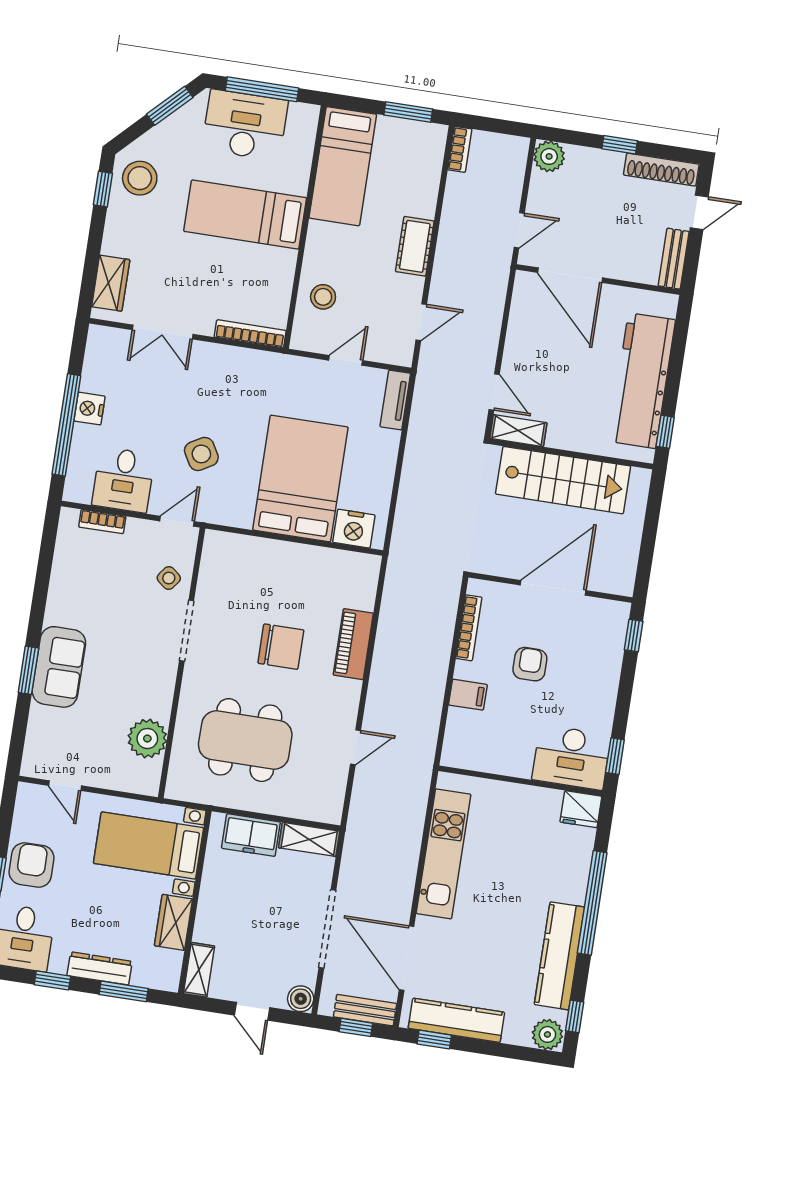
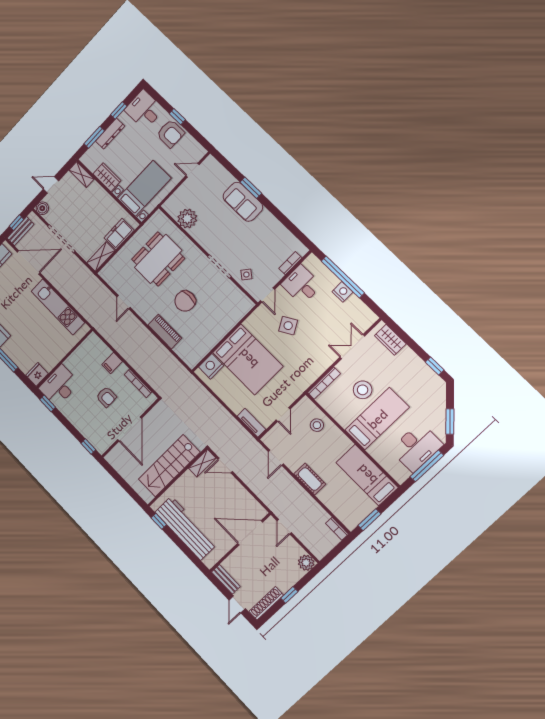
stool: (140, 178) -> (363, 390), moved

